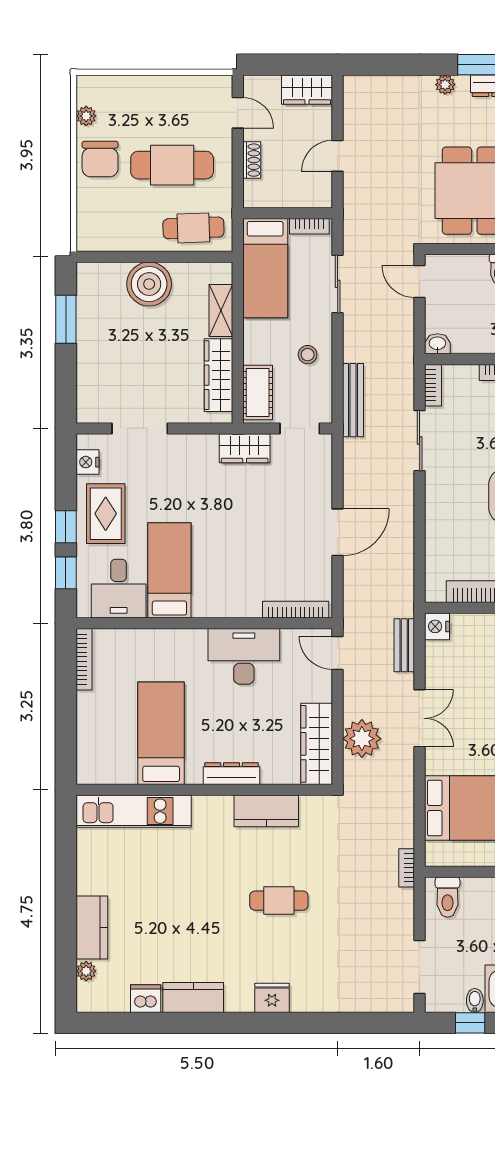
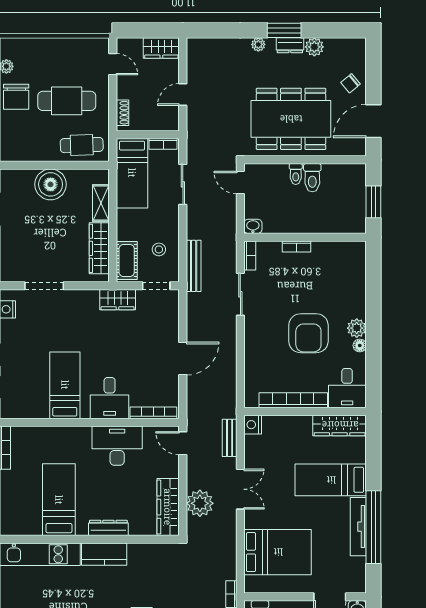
shoe rack: (252, 160) -> (123, 113), moved
stool: (308, 355) -> (159, 249), moved
rug: (106, 514) -> (20, 346), removed
desk: (119, 589) -> (110, 398), moved
kitchen counter: (266, 811) -> (104, 554), moved

